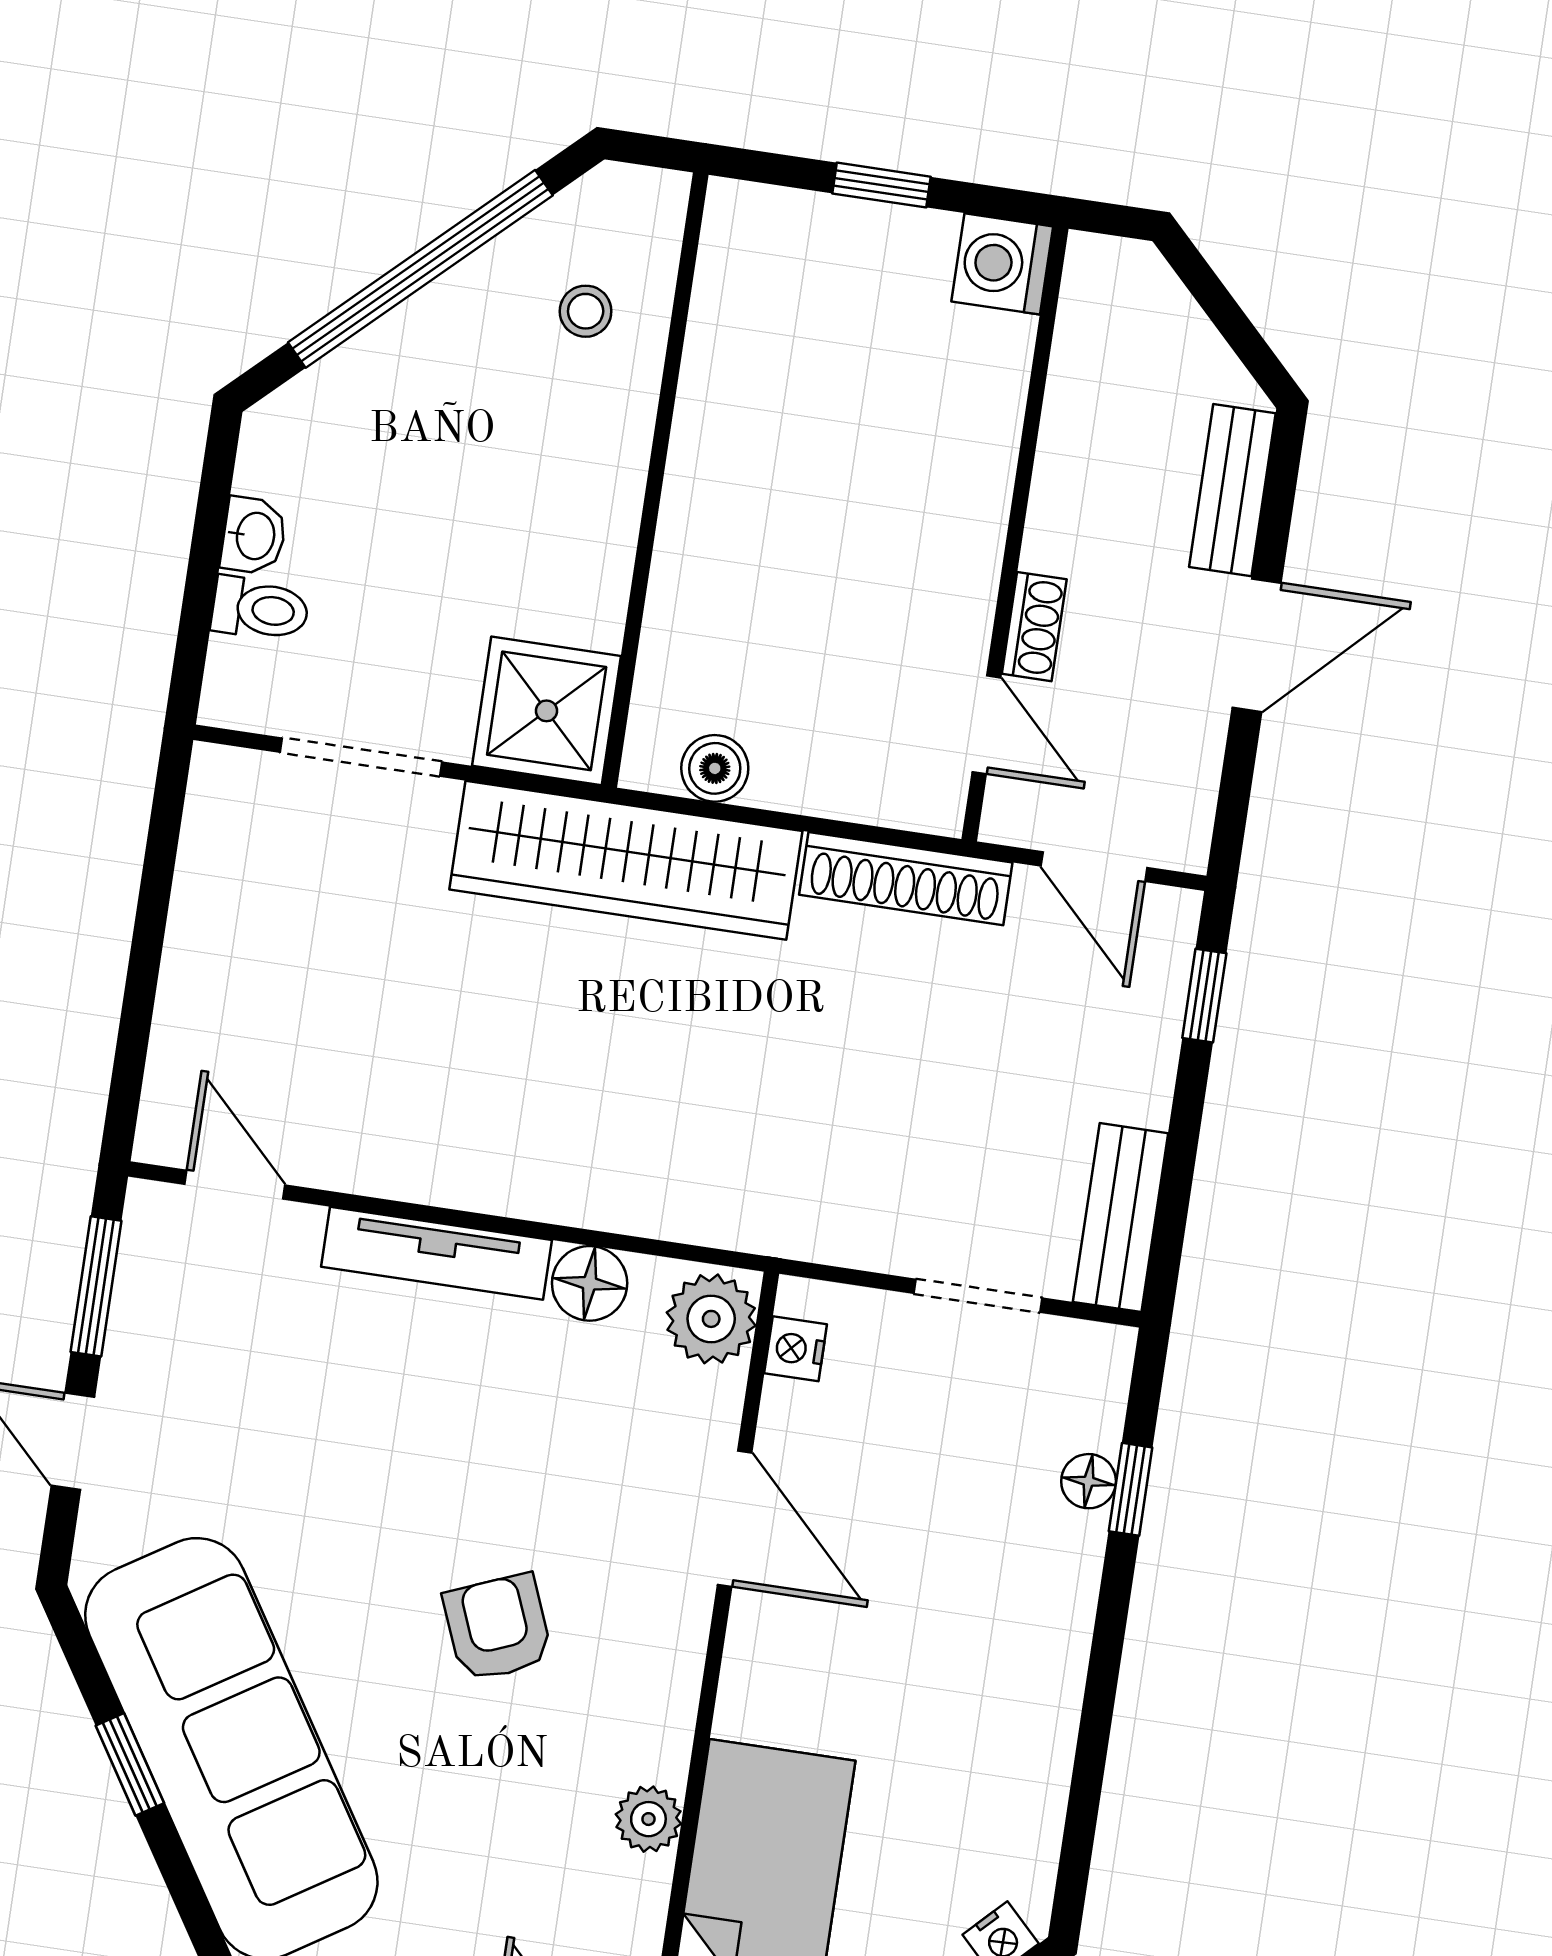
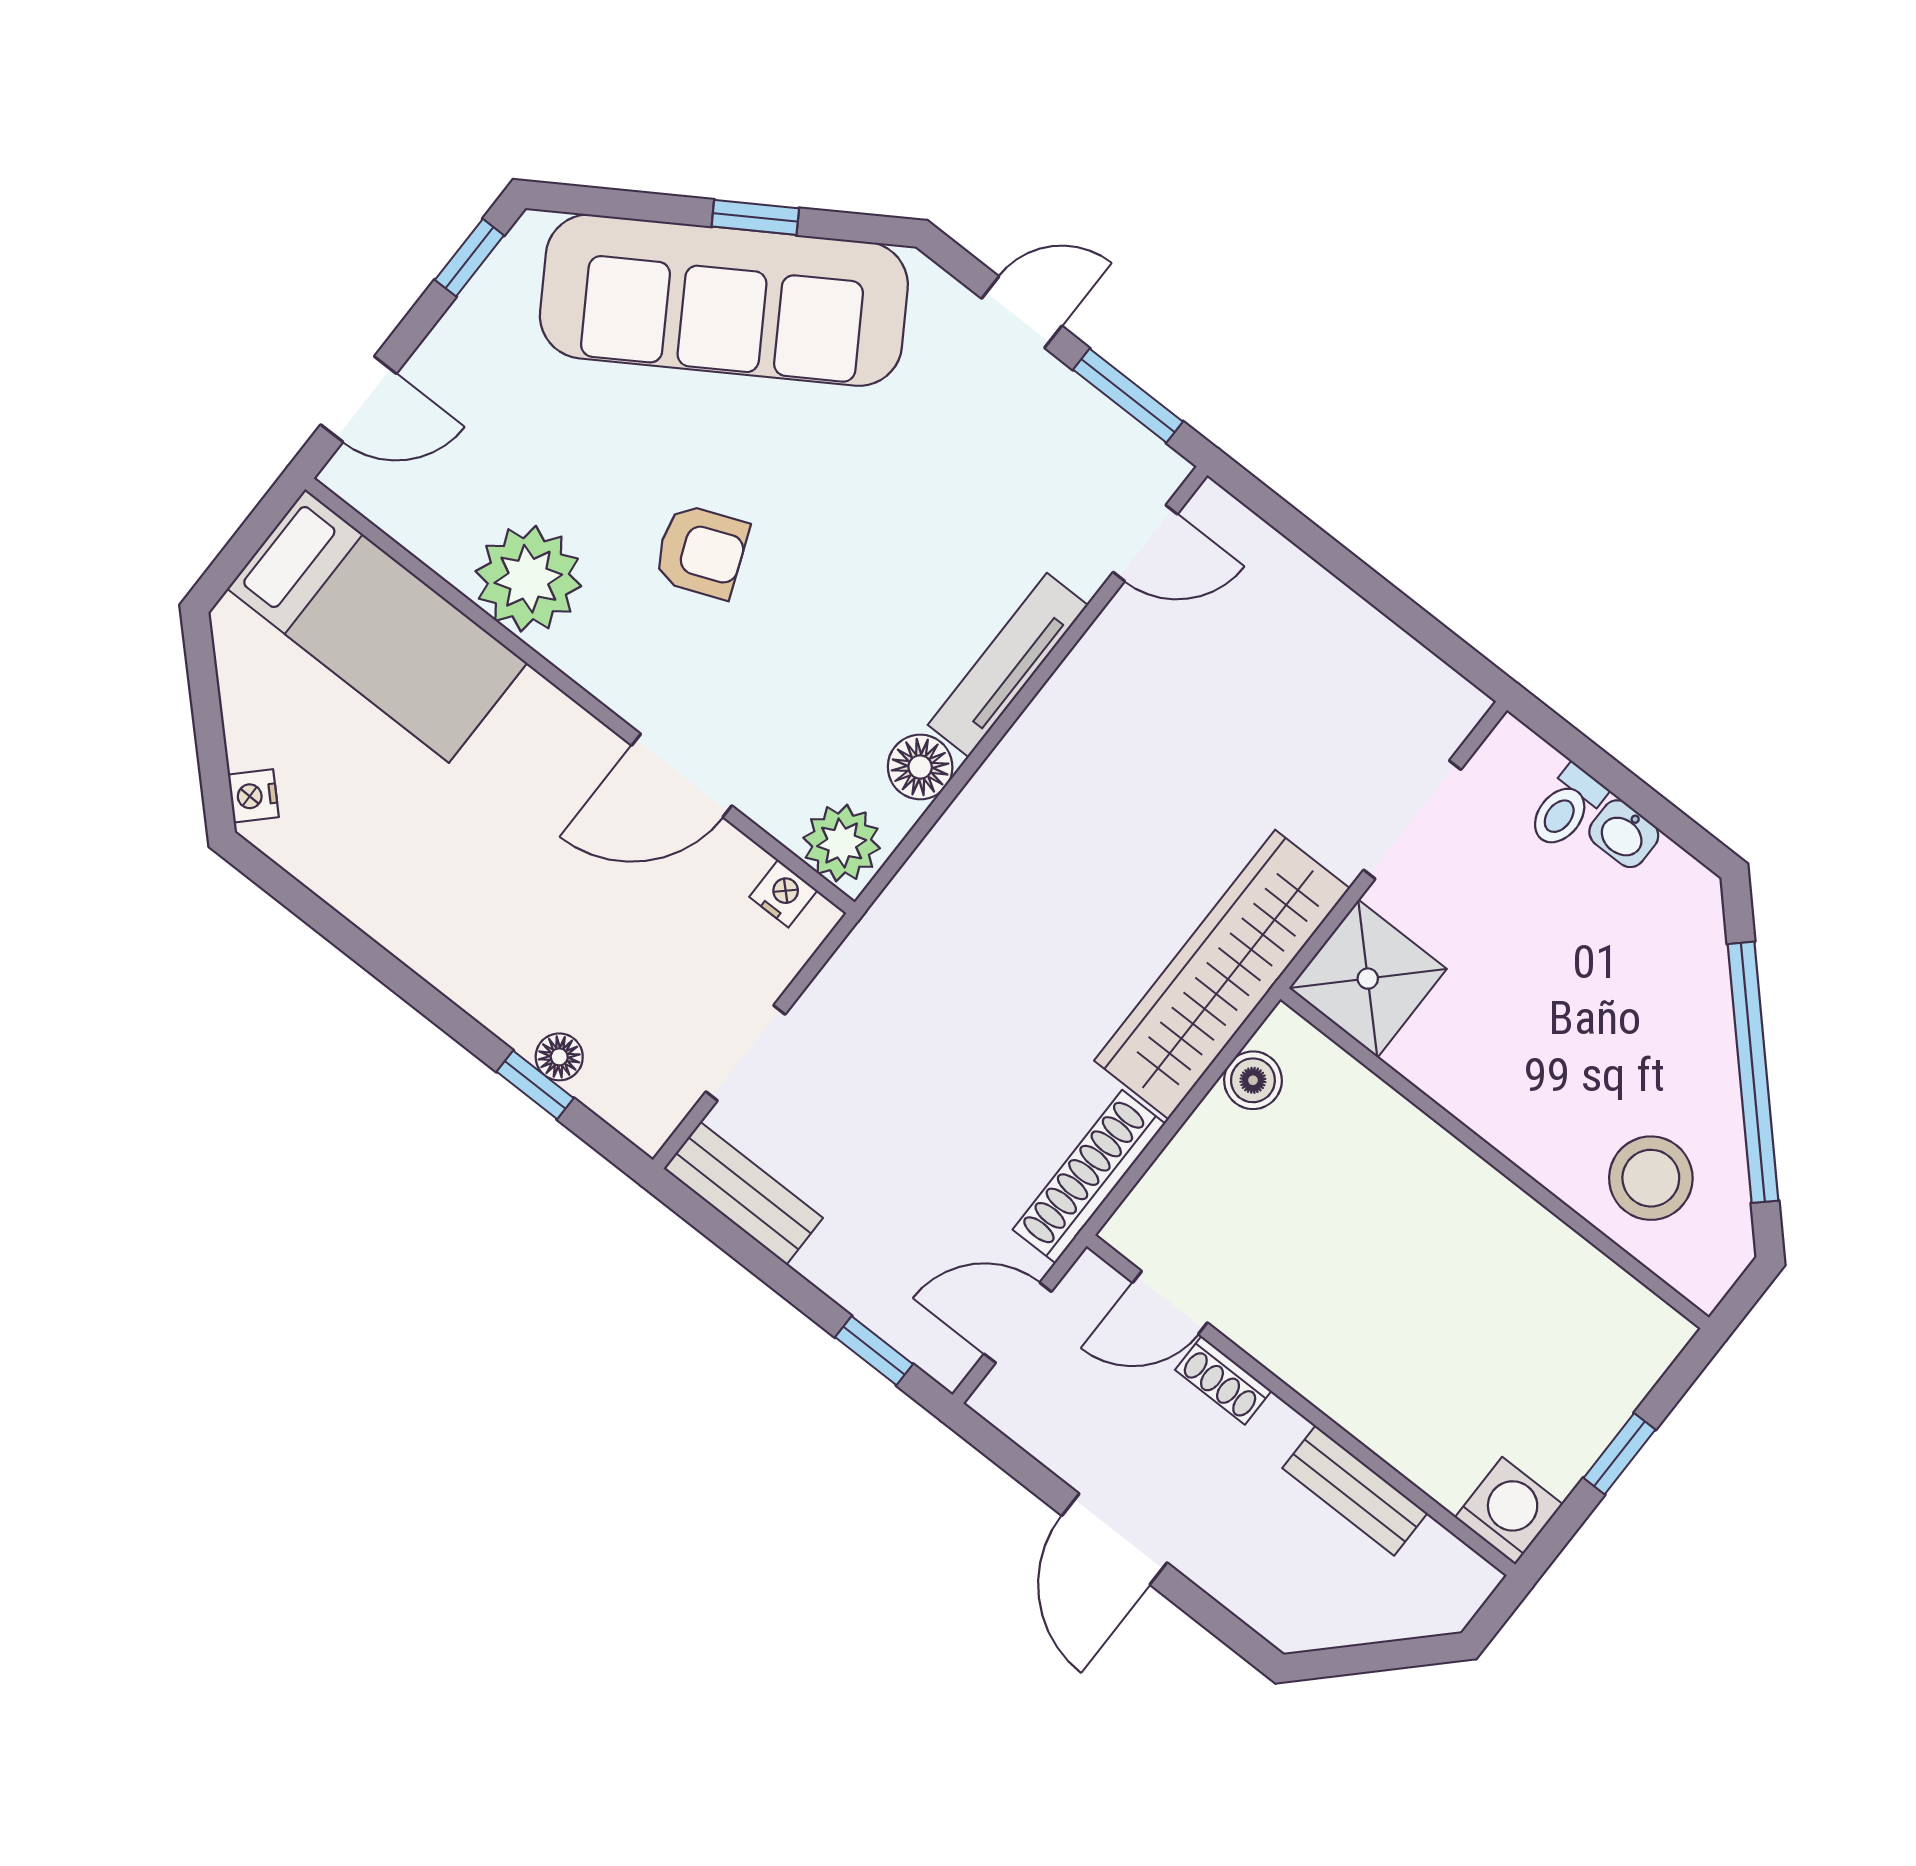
stool: (586, 311) -> (1651, 1178), width x1.89, depth x1.89
bench: (1232, 490) -> (1355, 1491), moved
plant: (648, 1819) -> (528, 579), width x1.88, depth x1.88

